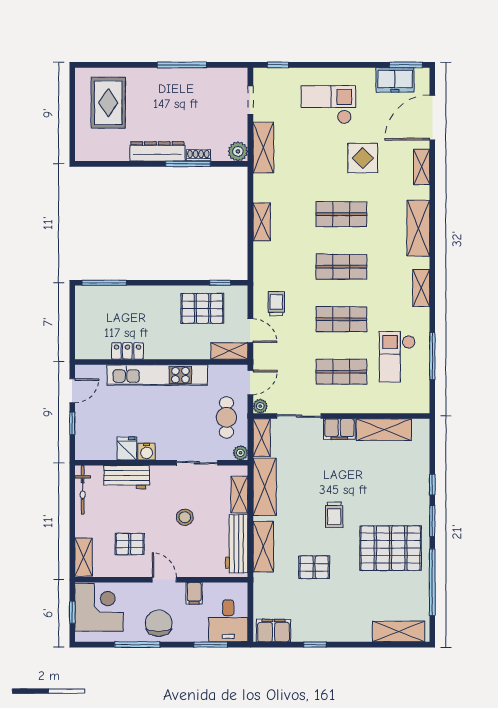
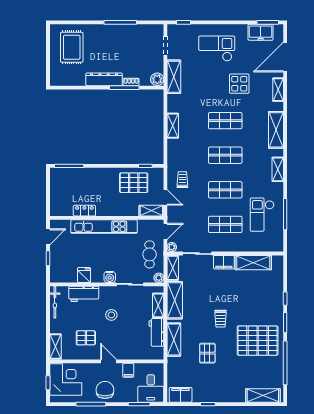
water cooler: (147, 452) -> (110, 277), moved
stool: (185, 517) -> (111, 315), moved
workbench: (237, 544) -> (156, 332), width x0.73
pallet: (314, 567) -> (207, 353), turned 90

